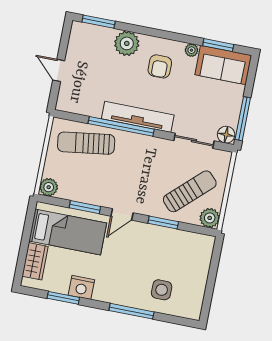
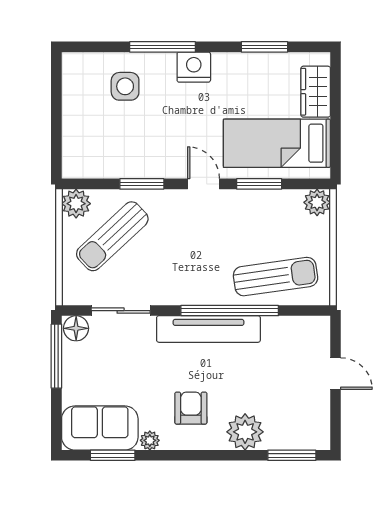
door: (122, 214) -> (203, 184), hinge flipped
nightstand: (81, 287) -> (194, 67), moved

